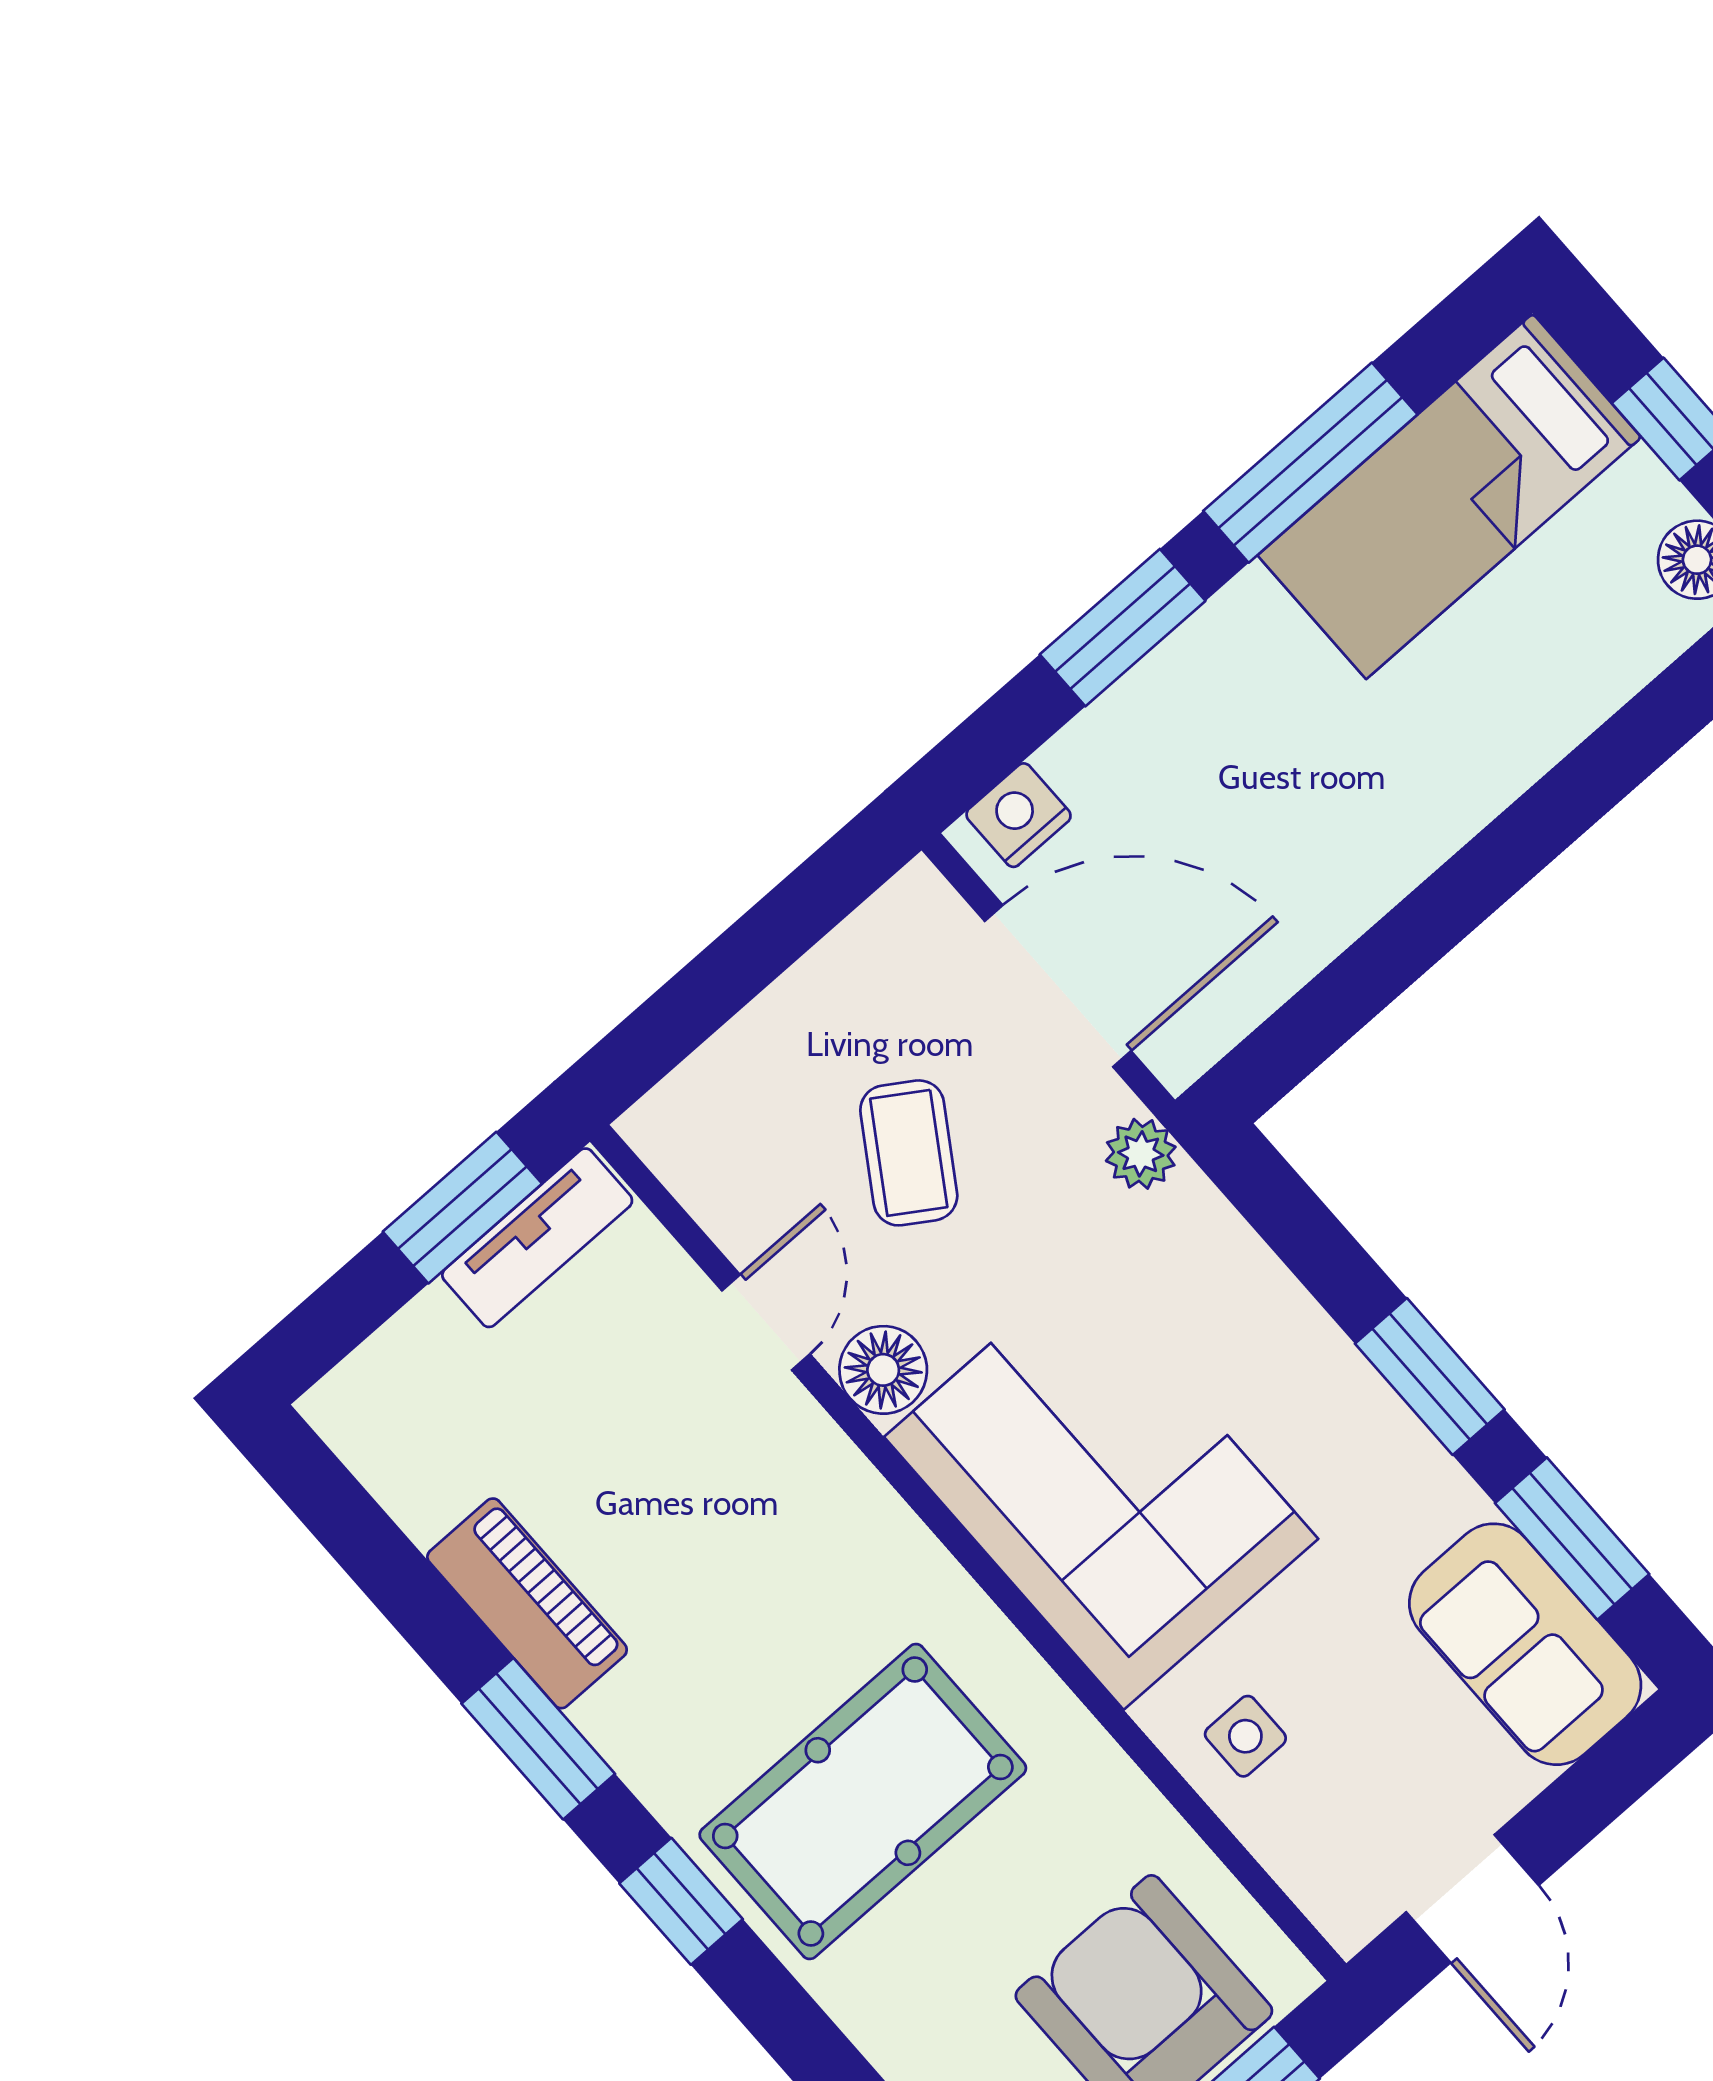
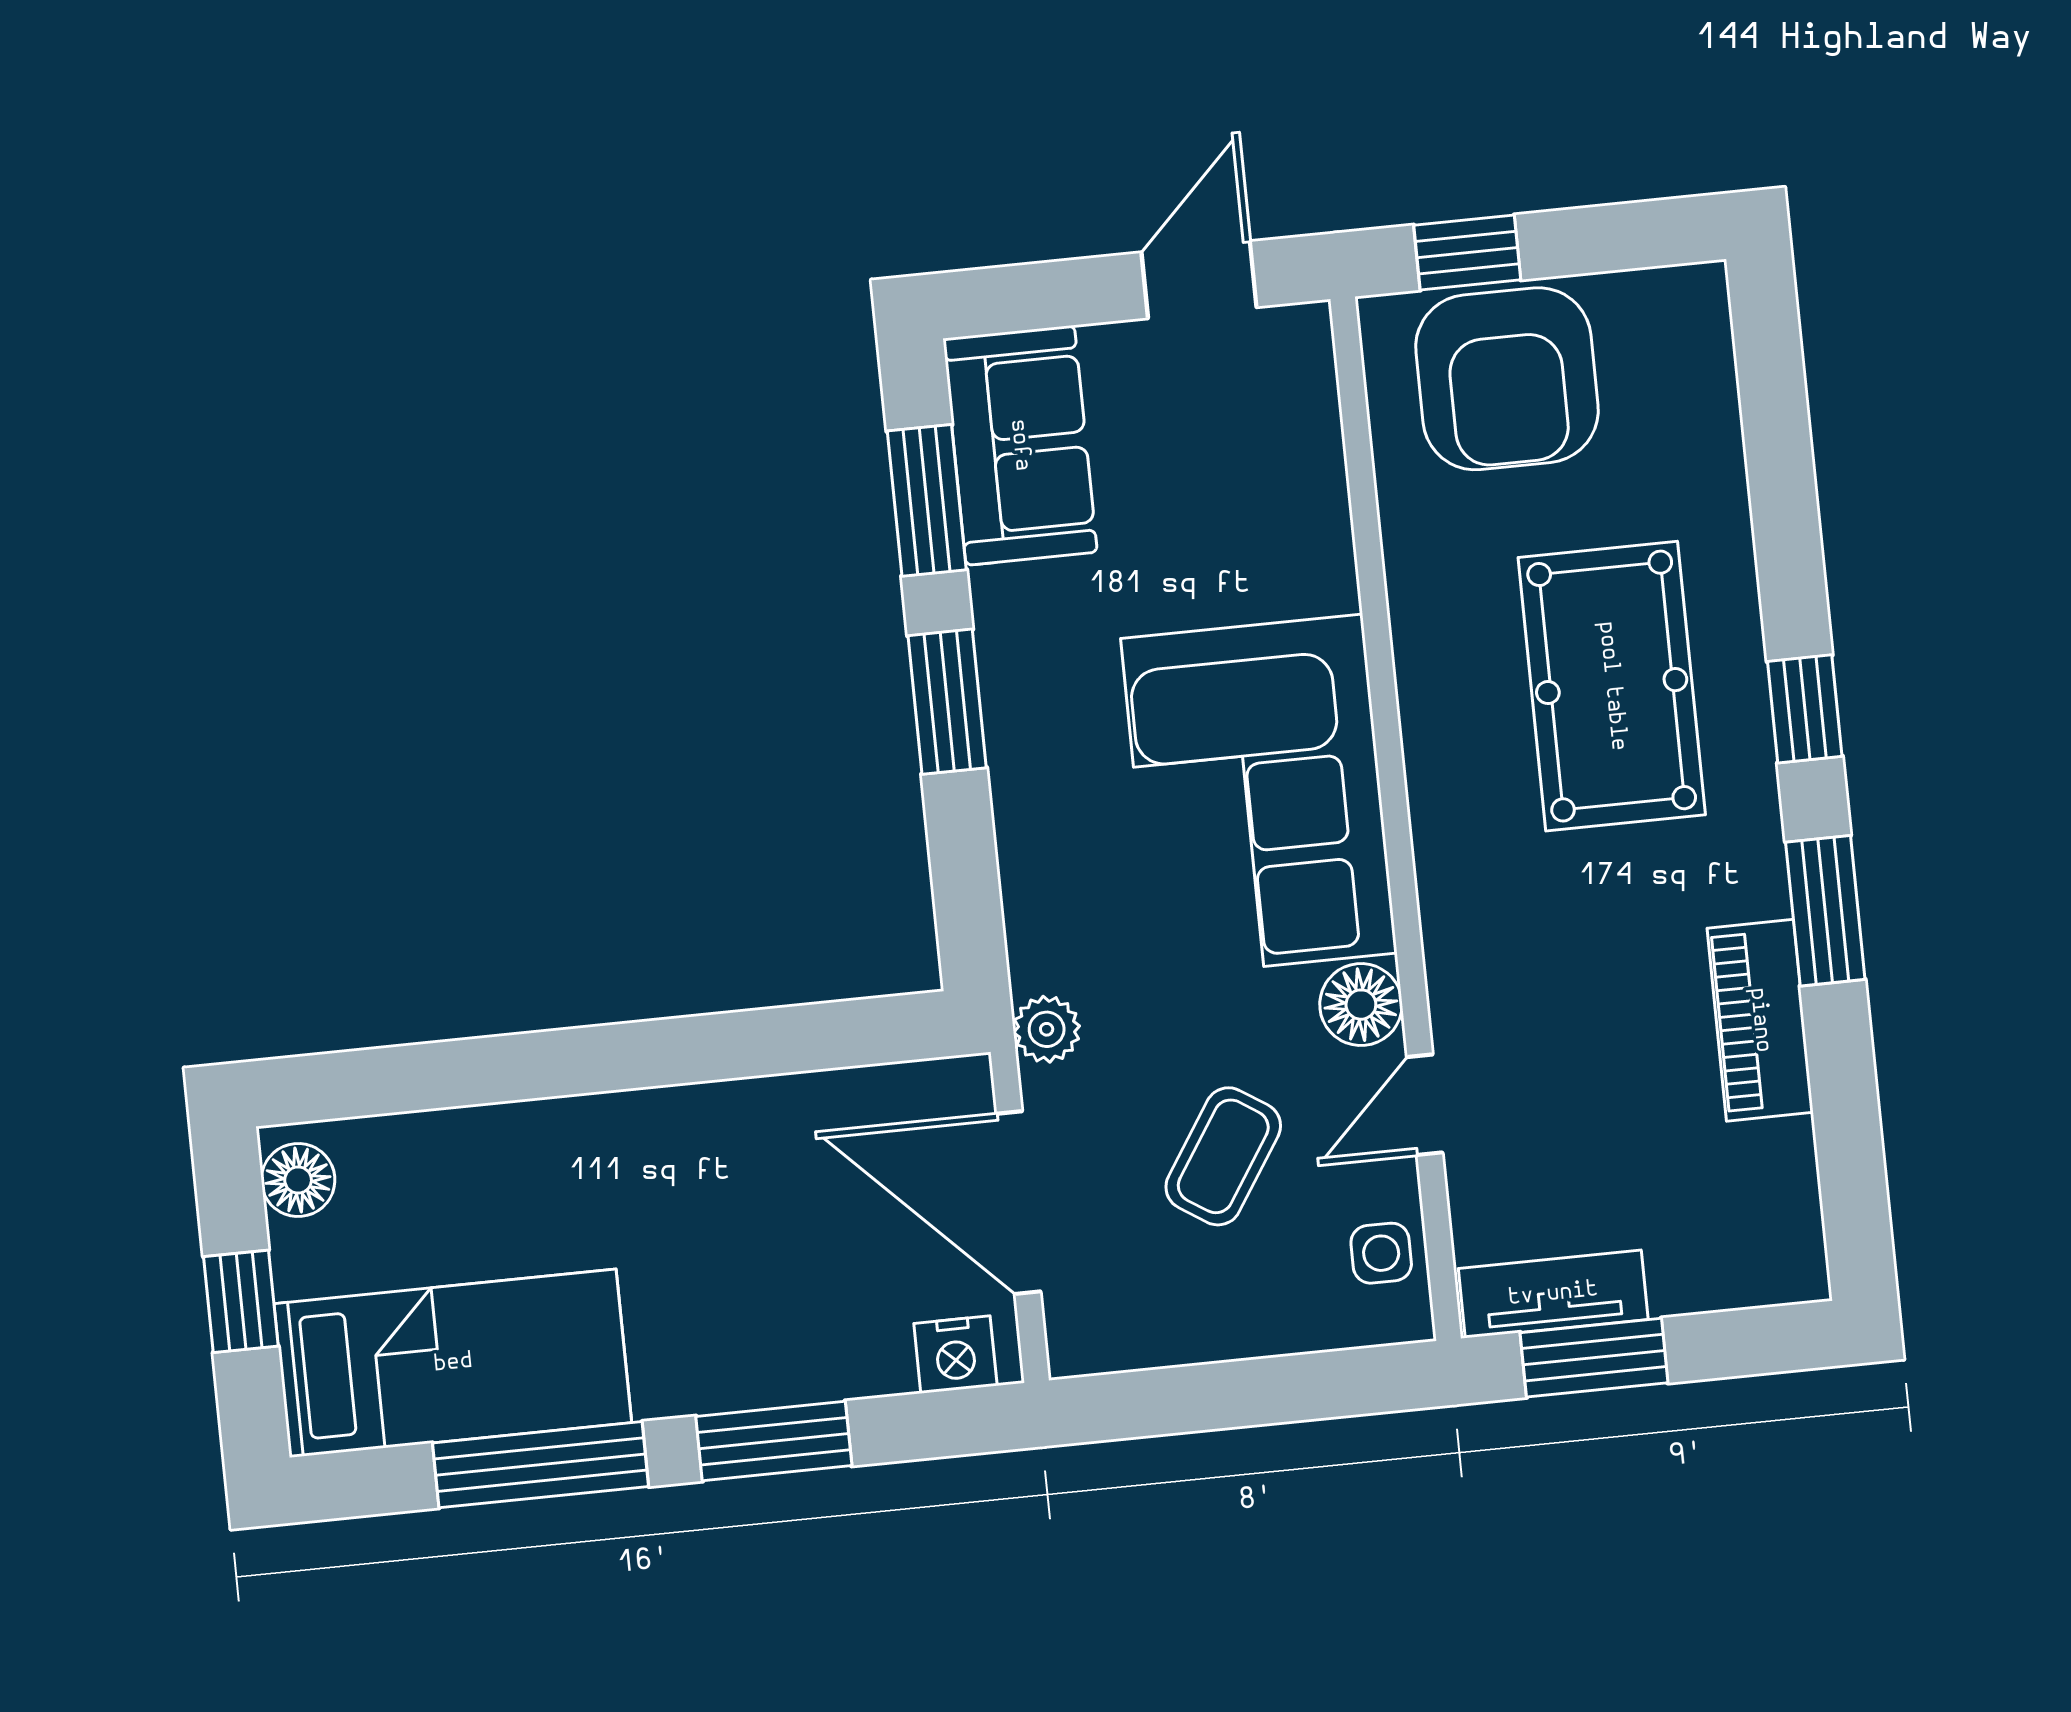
side table: (1245, 1736) -> (1381, 1253), moved
pool table: (863, 1802) -> (1612, 686), turned 90

